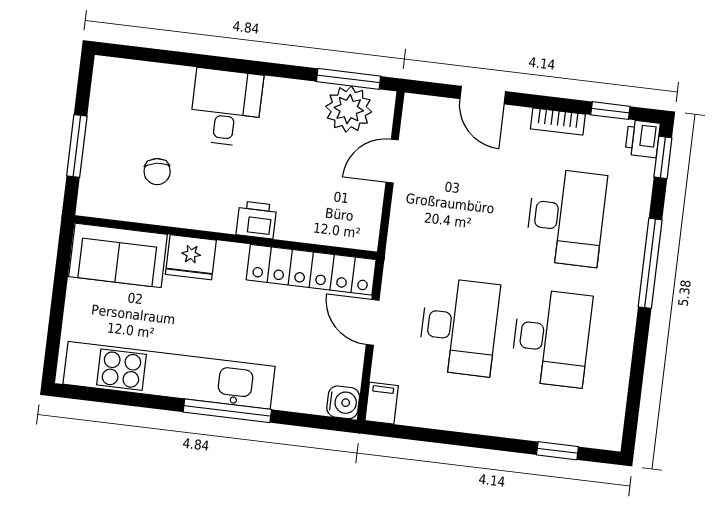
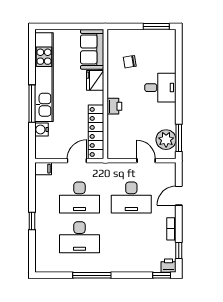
window: (77, 146) -> (156, 26), moved
desk: (566, 217) -> (131, 197), moved
window: (650, 263) -> (92, 275), moved
water cooler: (343, 402) -> (41, 130), moved, turned 90
window: (557, 451) -> (32, 221), moved

